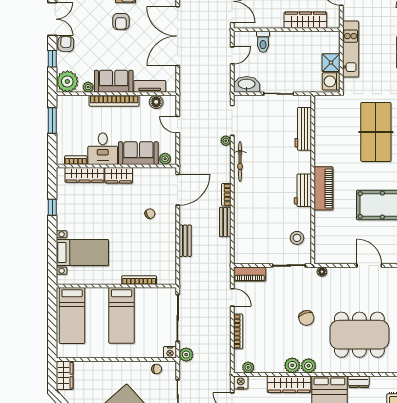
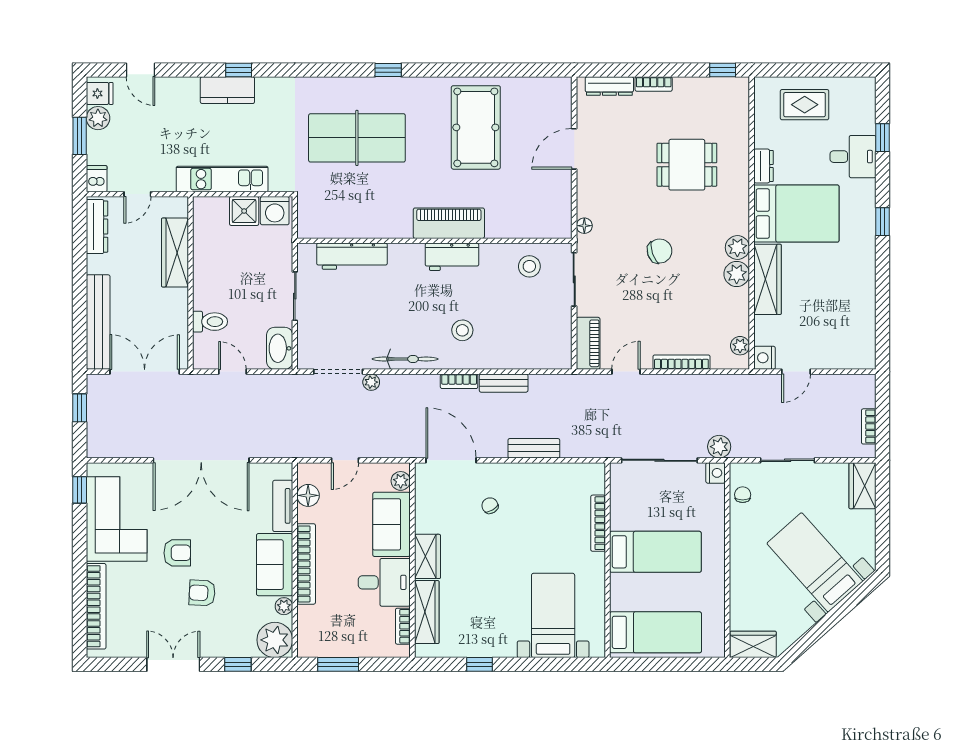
armchair: (66, 44) -> (202, 593), moved
stool: (258, 197) -> (462, 330), added
dining table: (359, 335) -> (687, 165), width x0.53, depth x0.80

